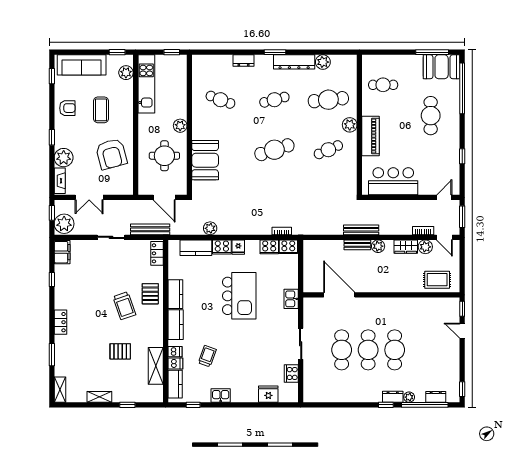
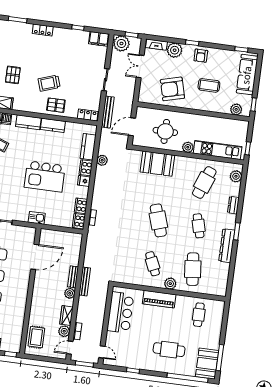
plant: (323, 62) -> (236, 176), moved
kitchen unit: (146, 84) -> (218, 150), moved, turned 180
cafe table: (220, 100) -> (204, 182), width x1.37, depth x1.35
armchair: (67, 108) -> (201, 56), moved

